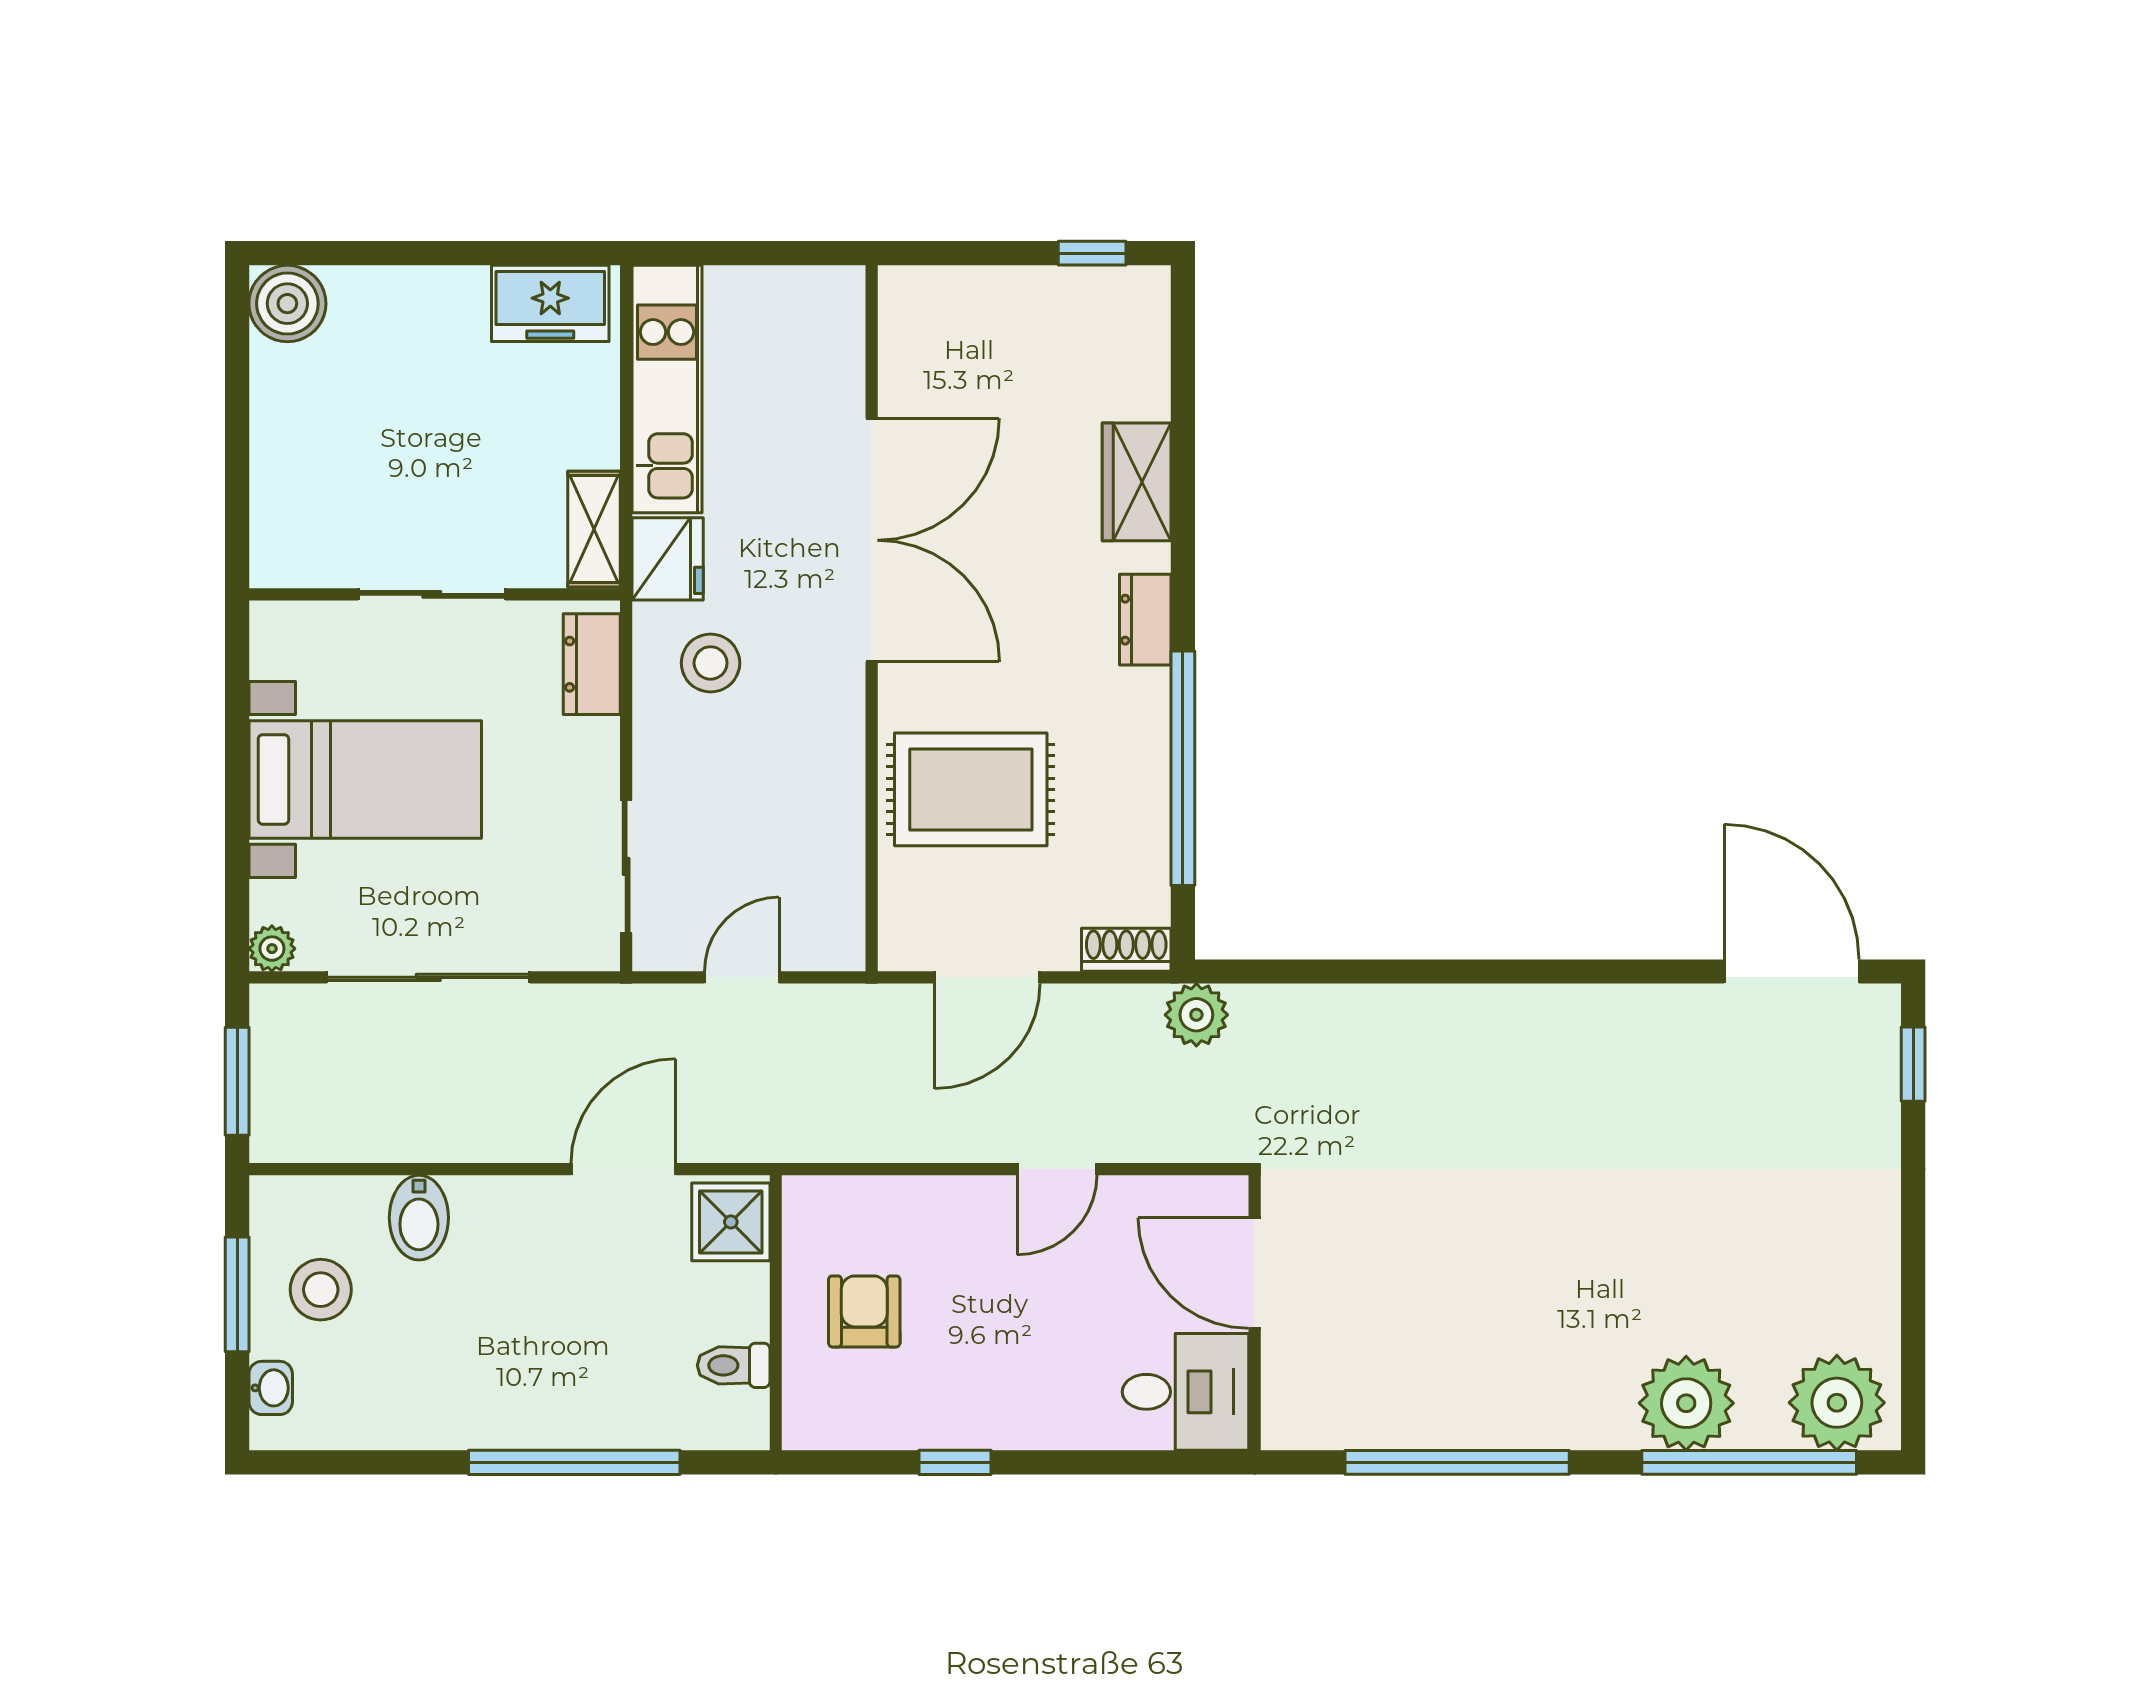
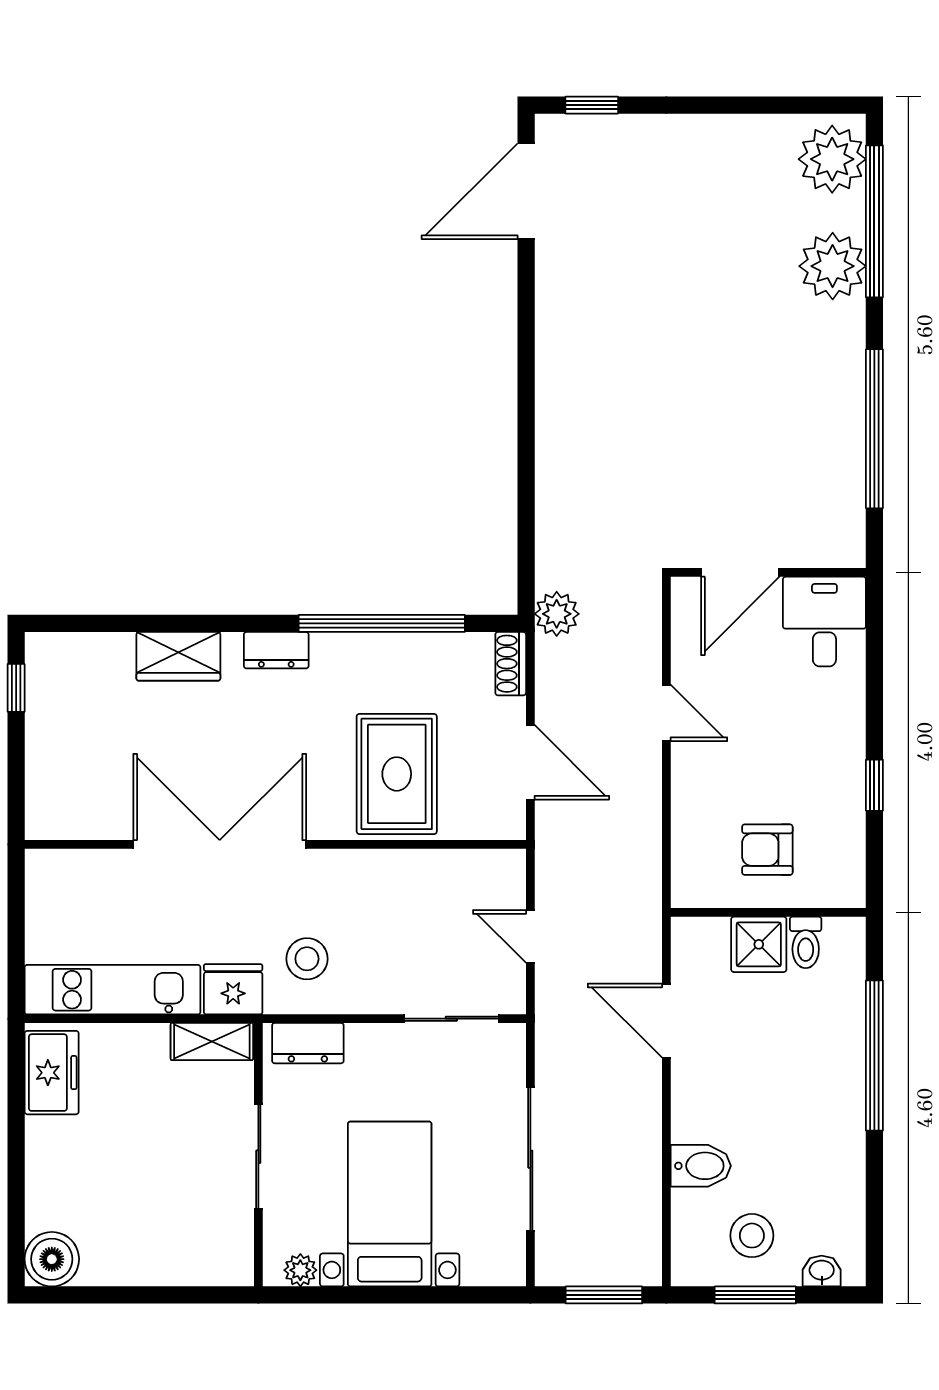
plant: (272, 949) -> (300, 1270), moved
shower: (731, 1222) -> (759, 944), moved

